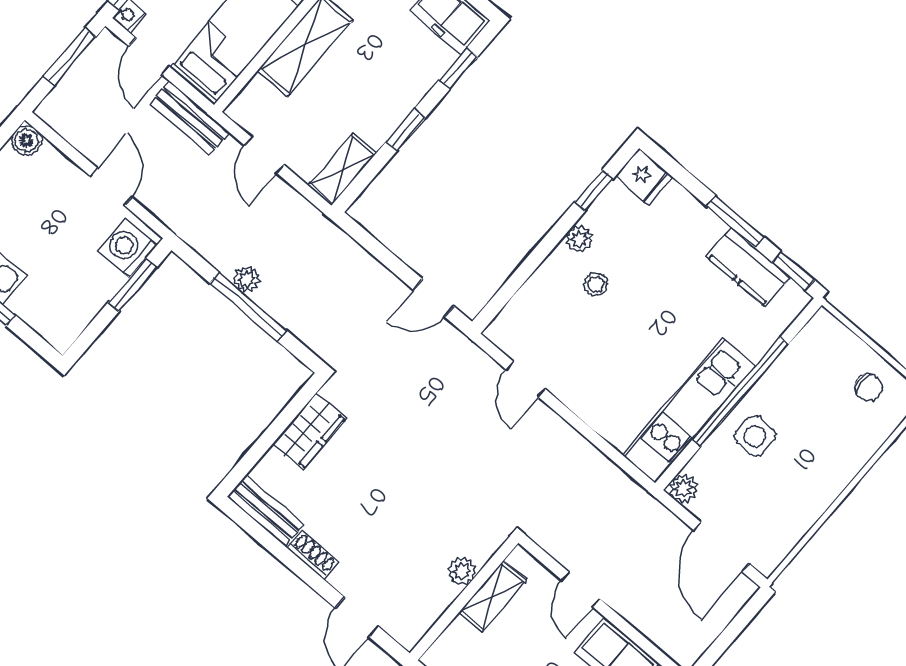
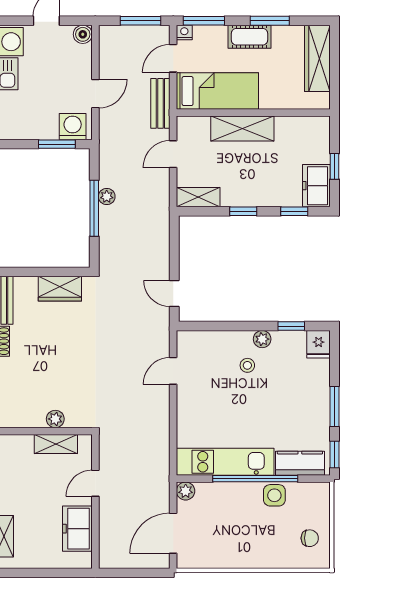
kitchen counter: (748, 267) -> (300, 463), moved, turned 90
chair: (868, 388) -> (310, 538), turned -90
side table: (755, 436) -> (274, 495), moved

